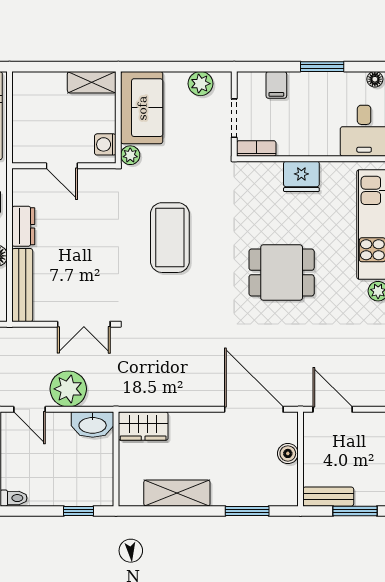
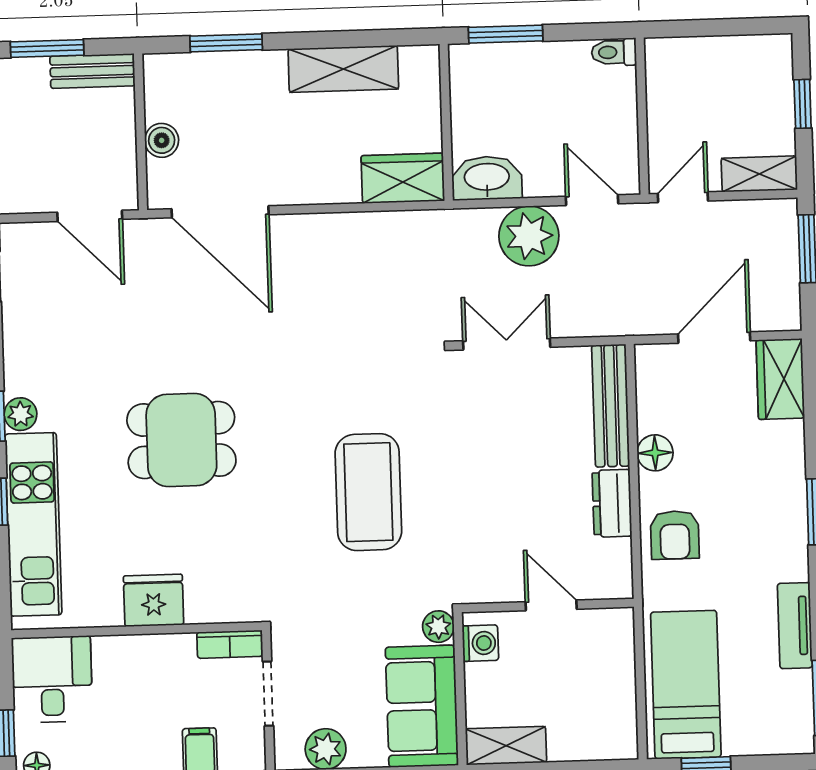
window: (79, 511) -> (506, 34), width x1.50

